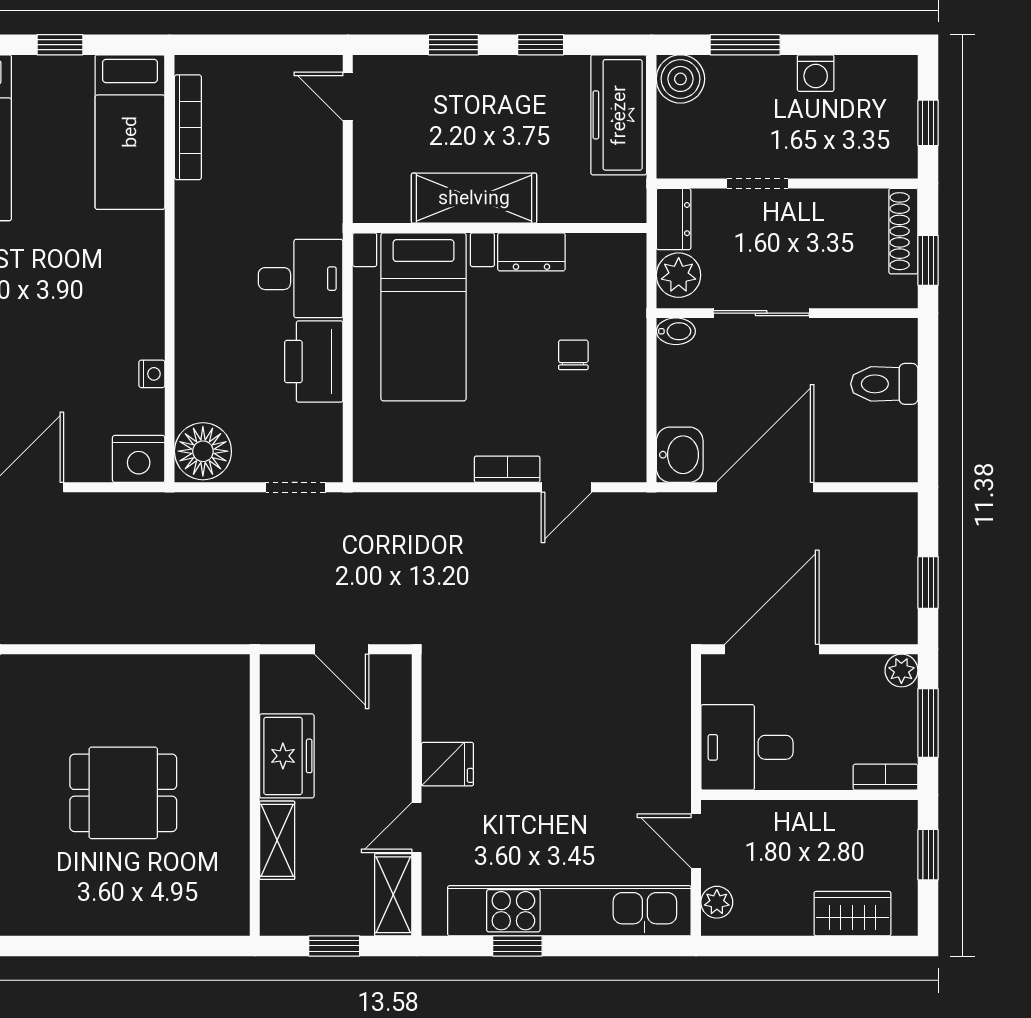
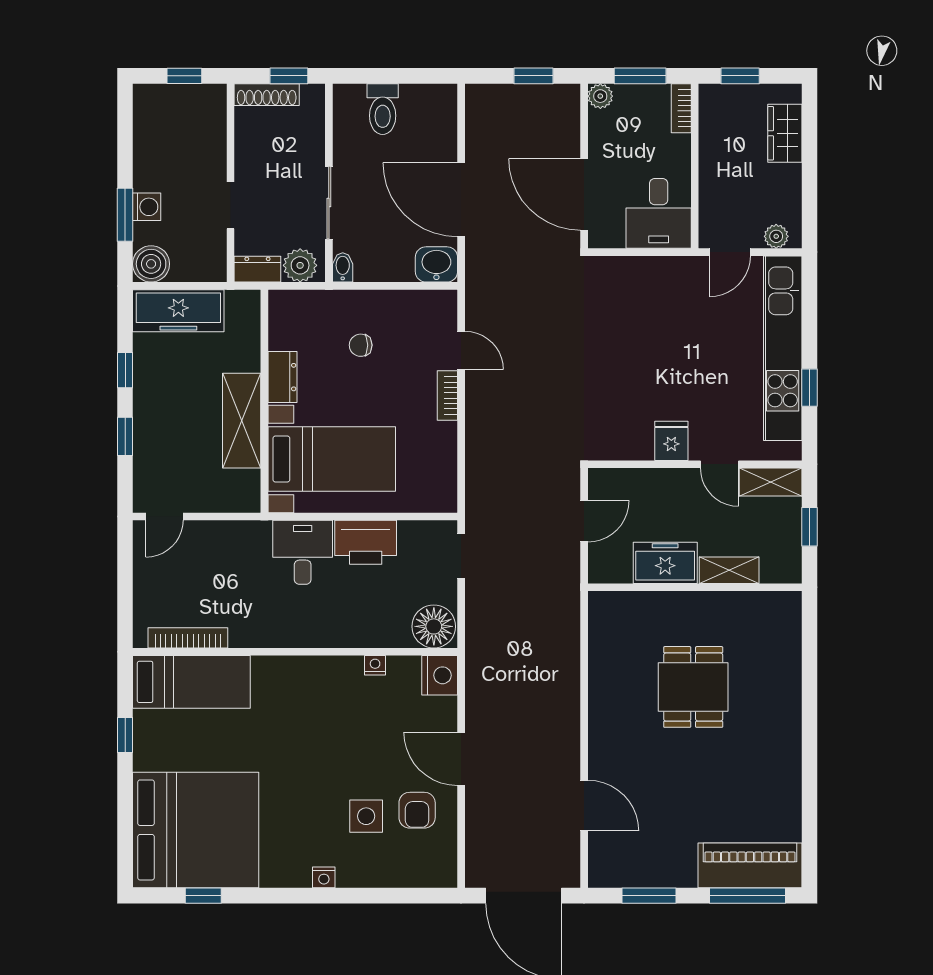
washing machine: (816, 73) -> (147, 207), moved

